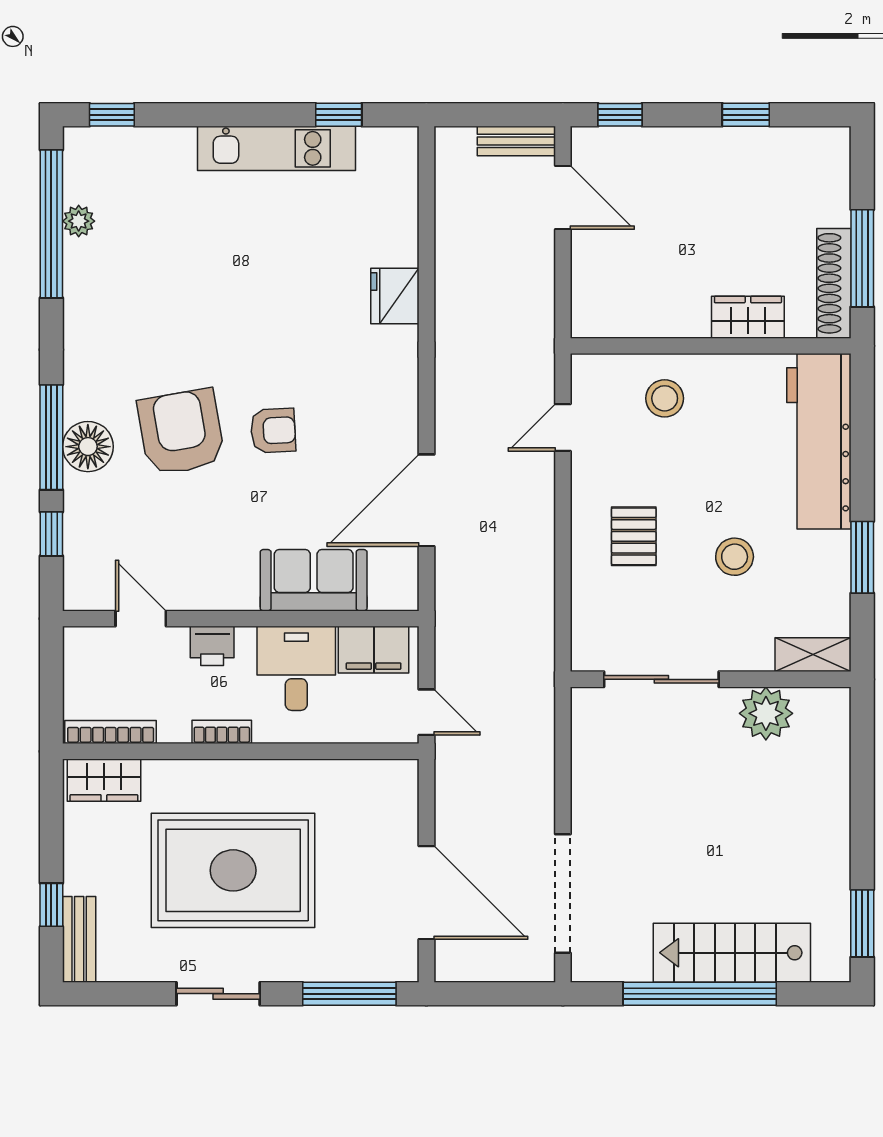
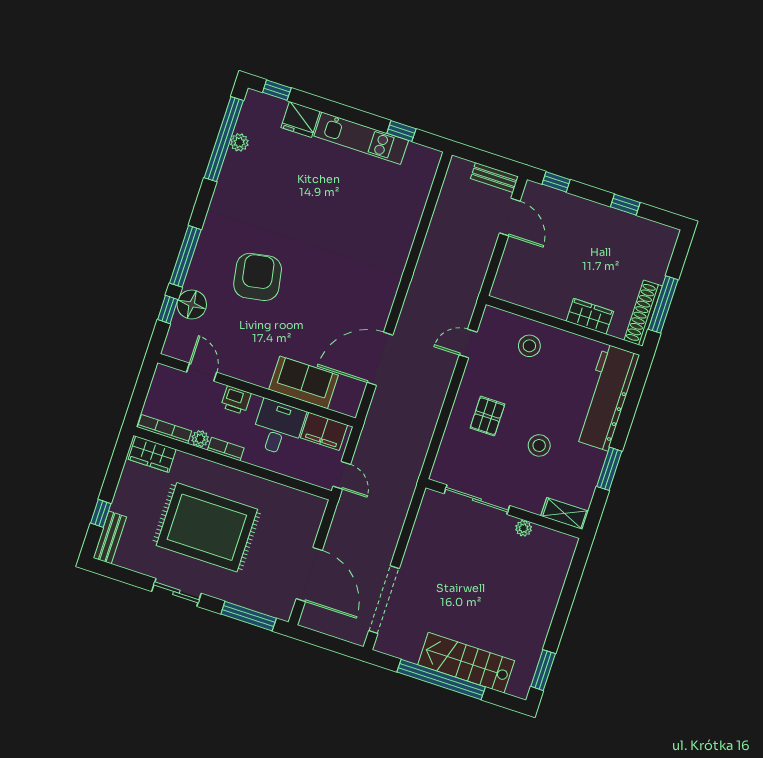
fridge: (395, 296) -> (301, 119), moved, turned -90
armchair: (273, 431) -> (308, 293), removed
floor lamp: (88, 447) -> (192, 304), moved
plant: (766, 713) -> (524, 528), width x0.53, depth x0.53
plant: (174, 729) -> (200, 439), added

